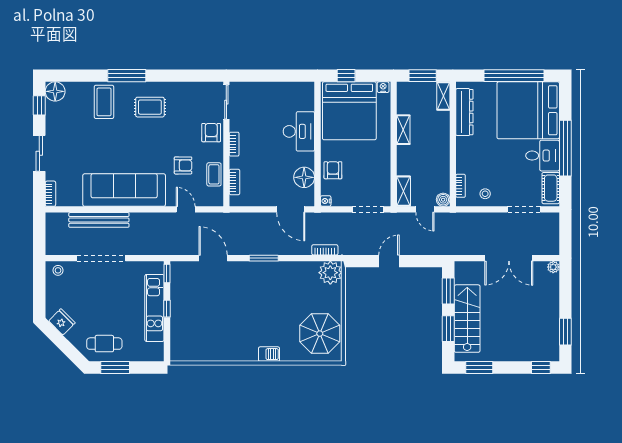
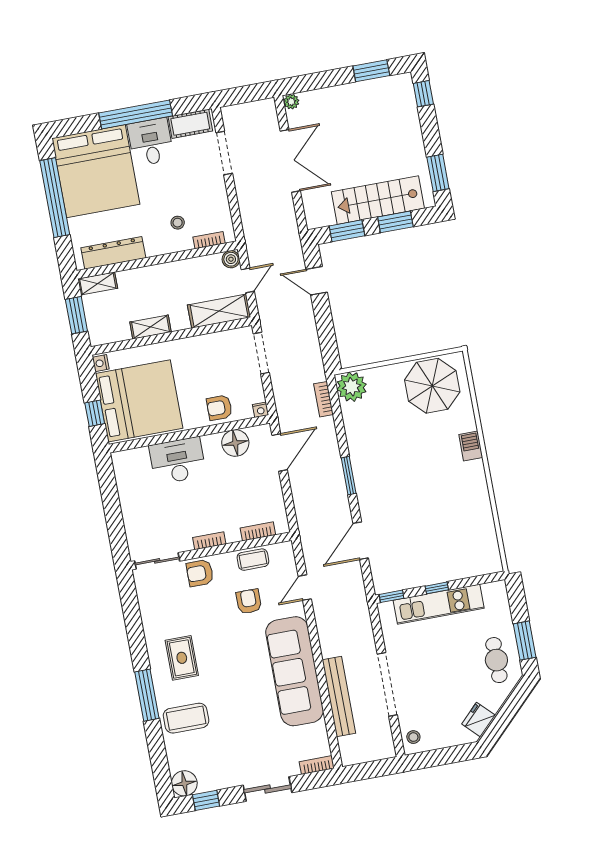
shelving: (403, 191) -> (219, 311), width x1.50, depth x1.33
stool: (485, 194) -> (178, 223), moved
door: (389, 261) -> (317, 281), moved

